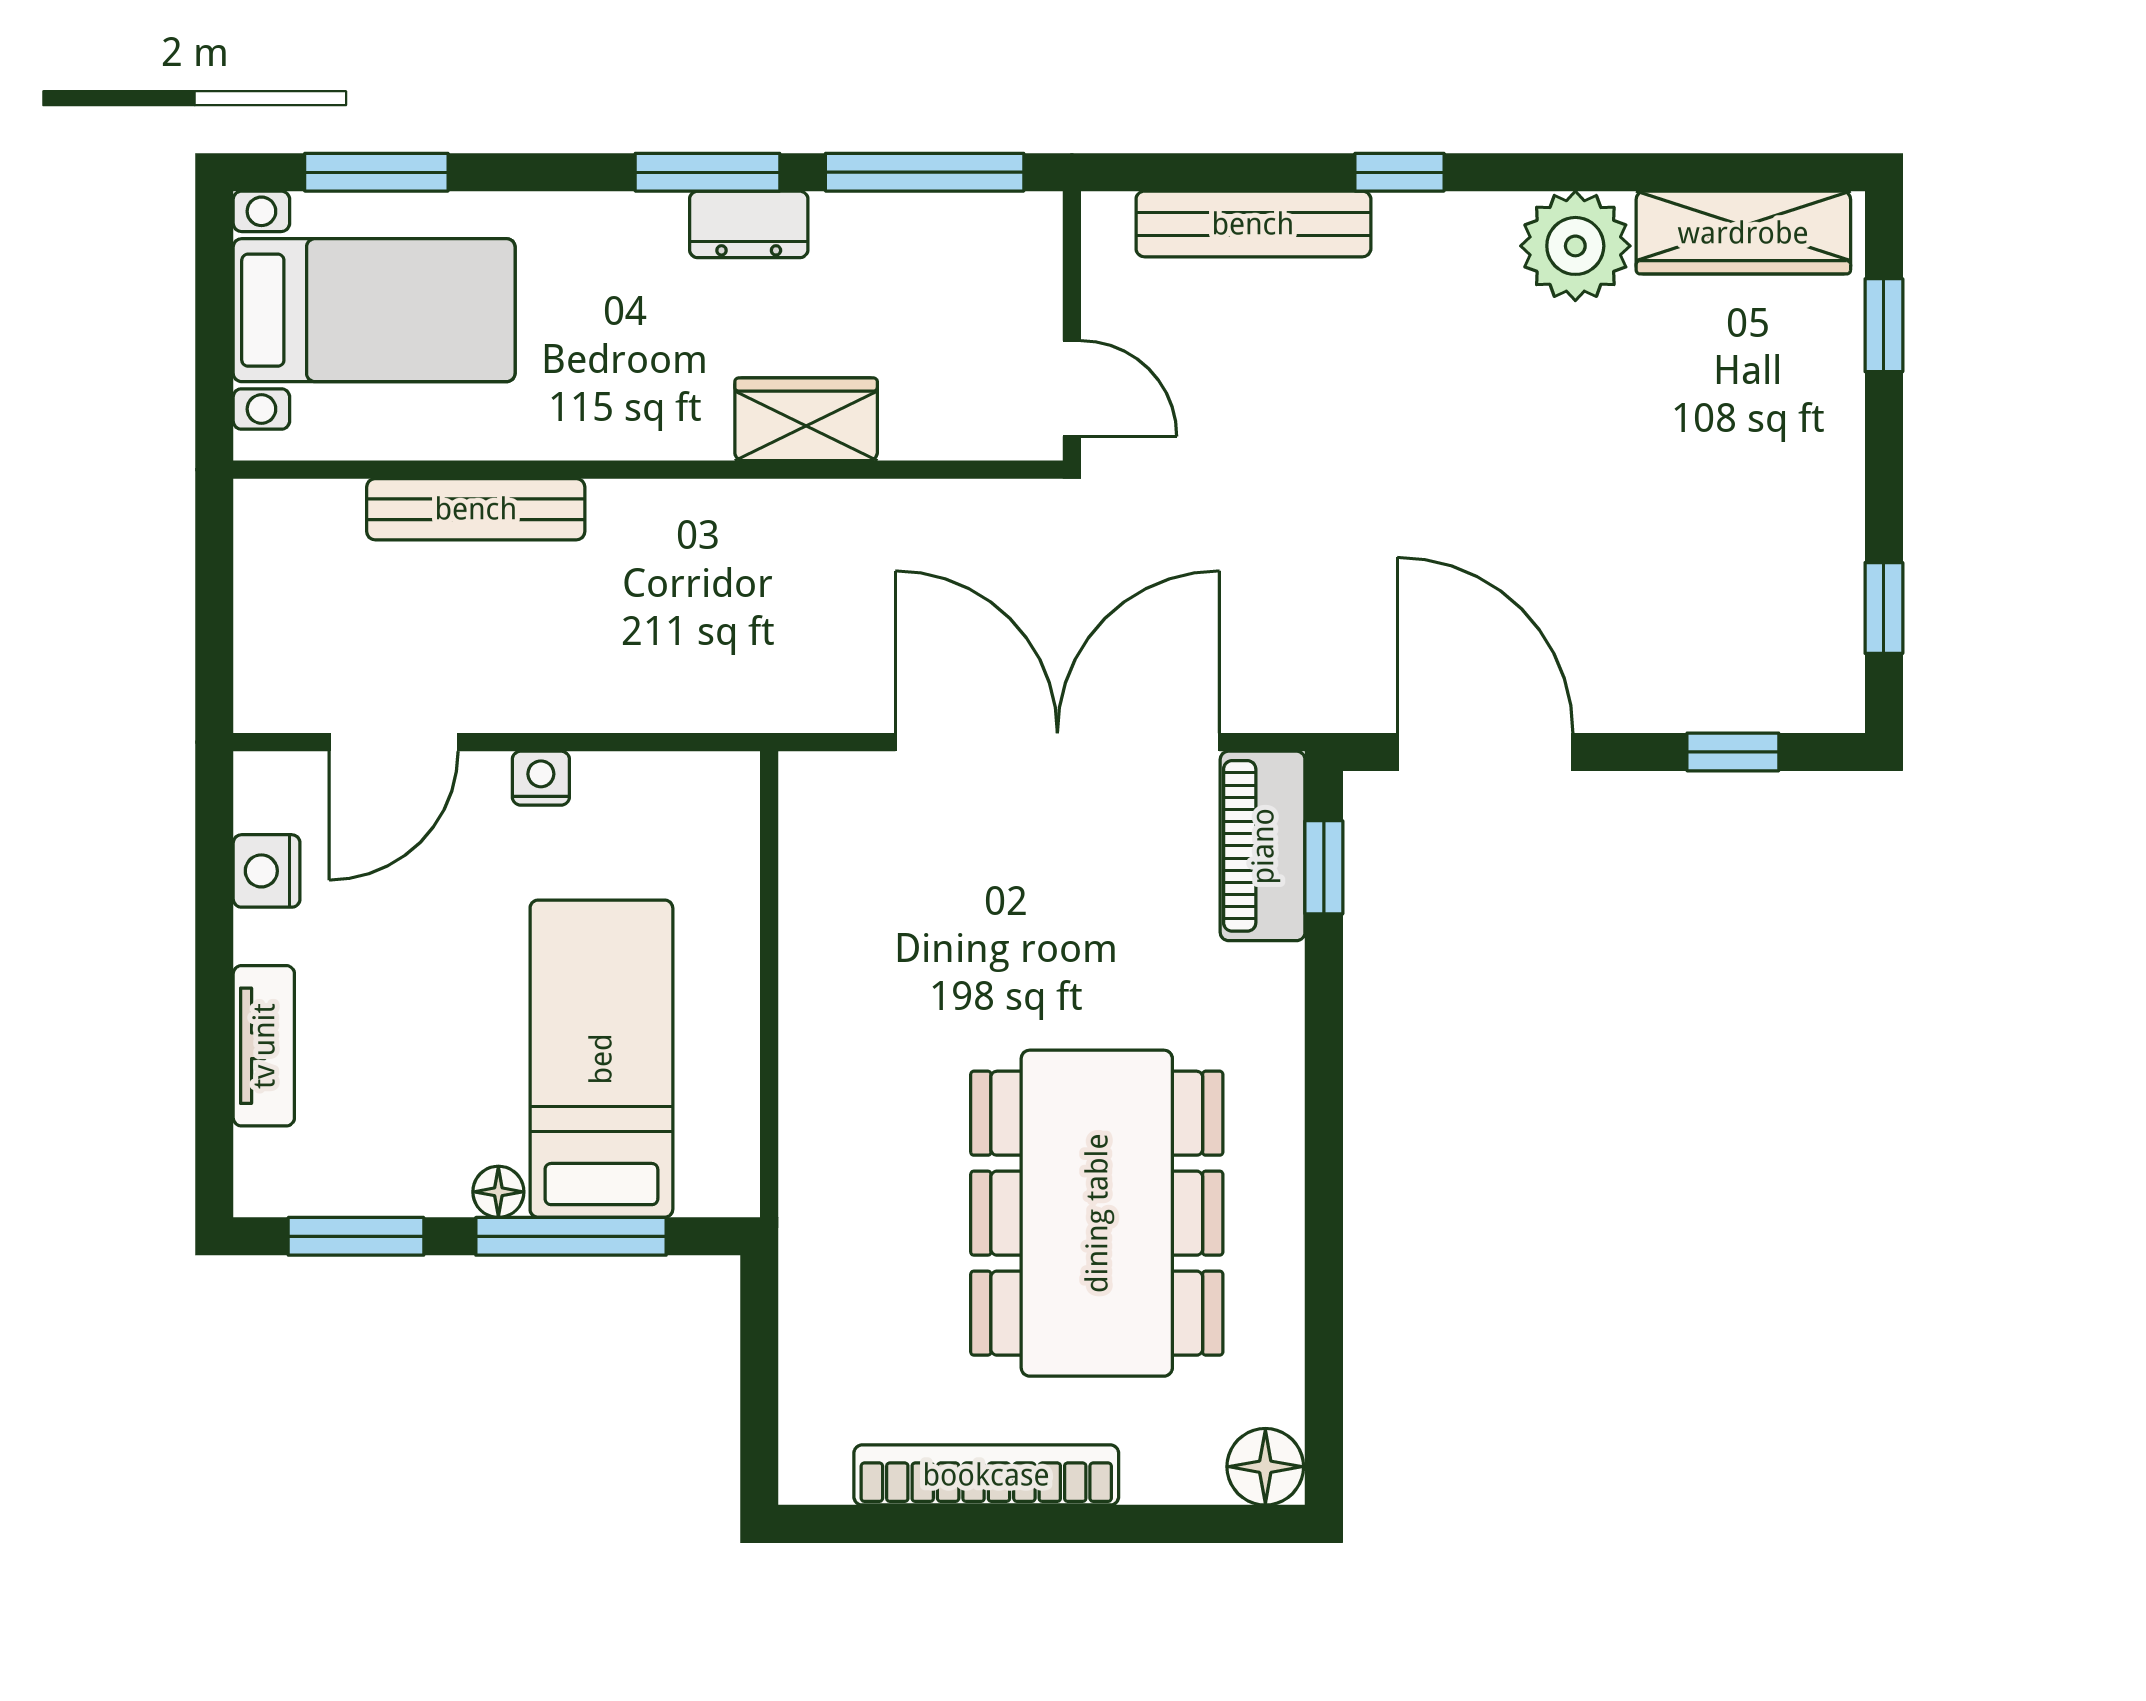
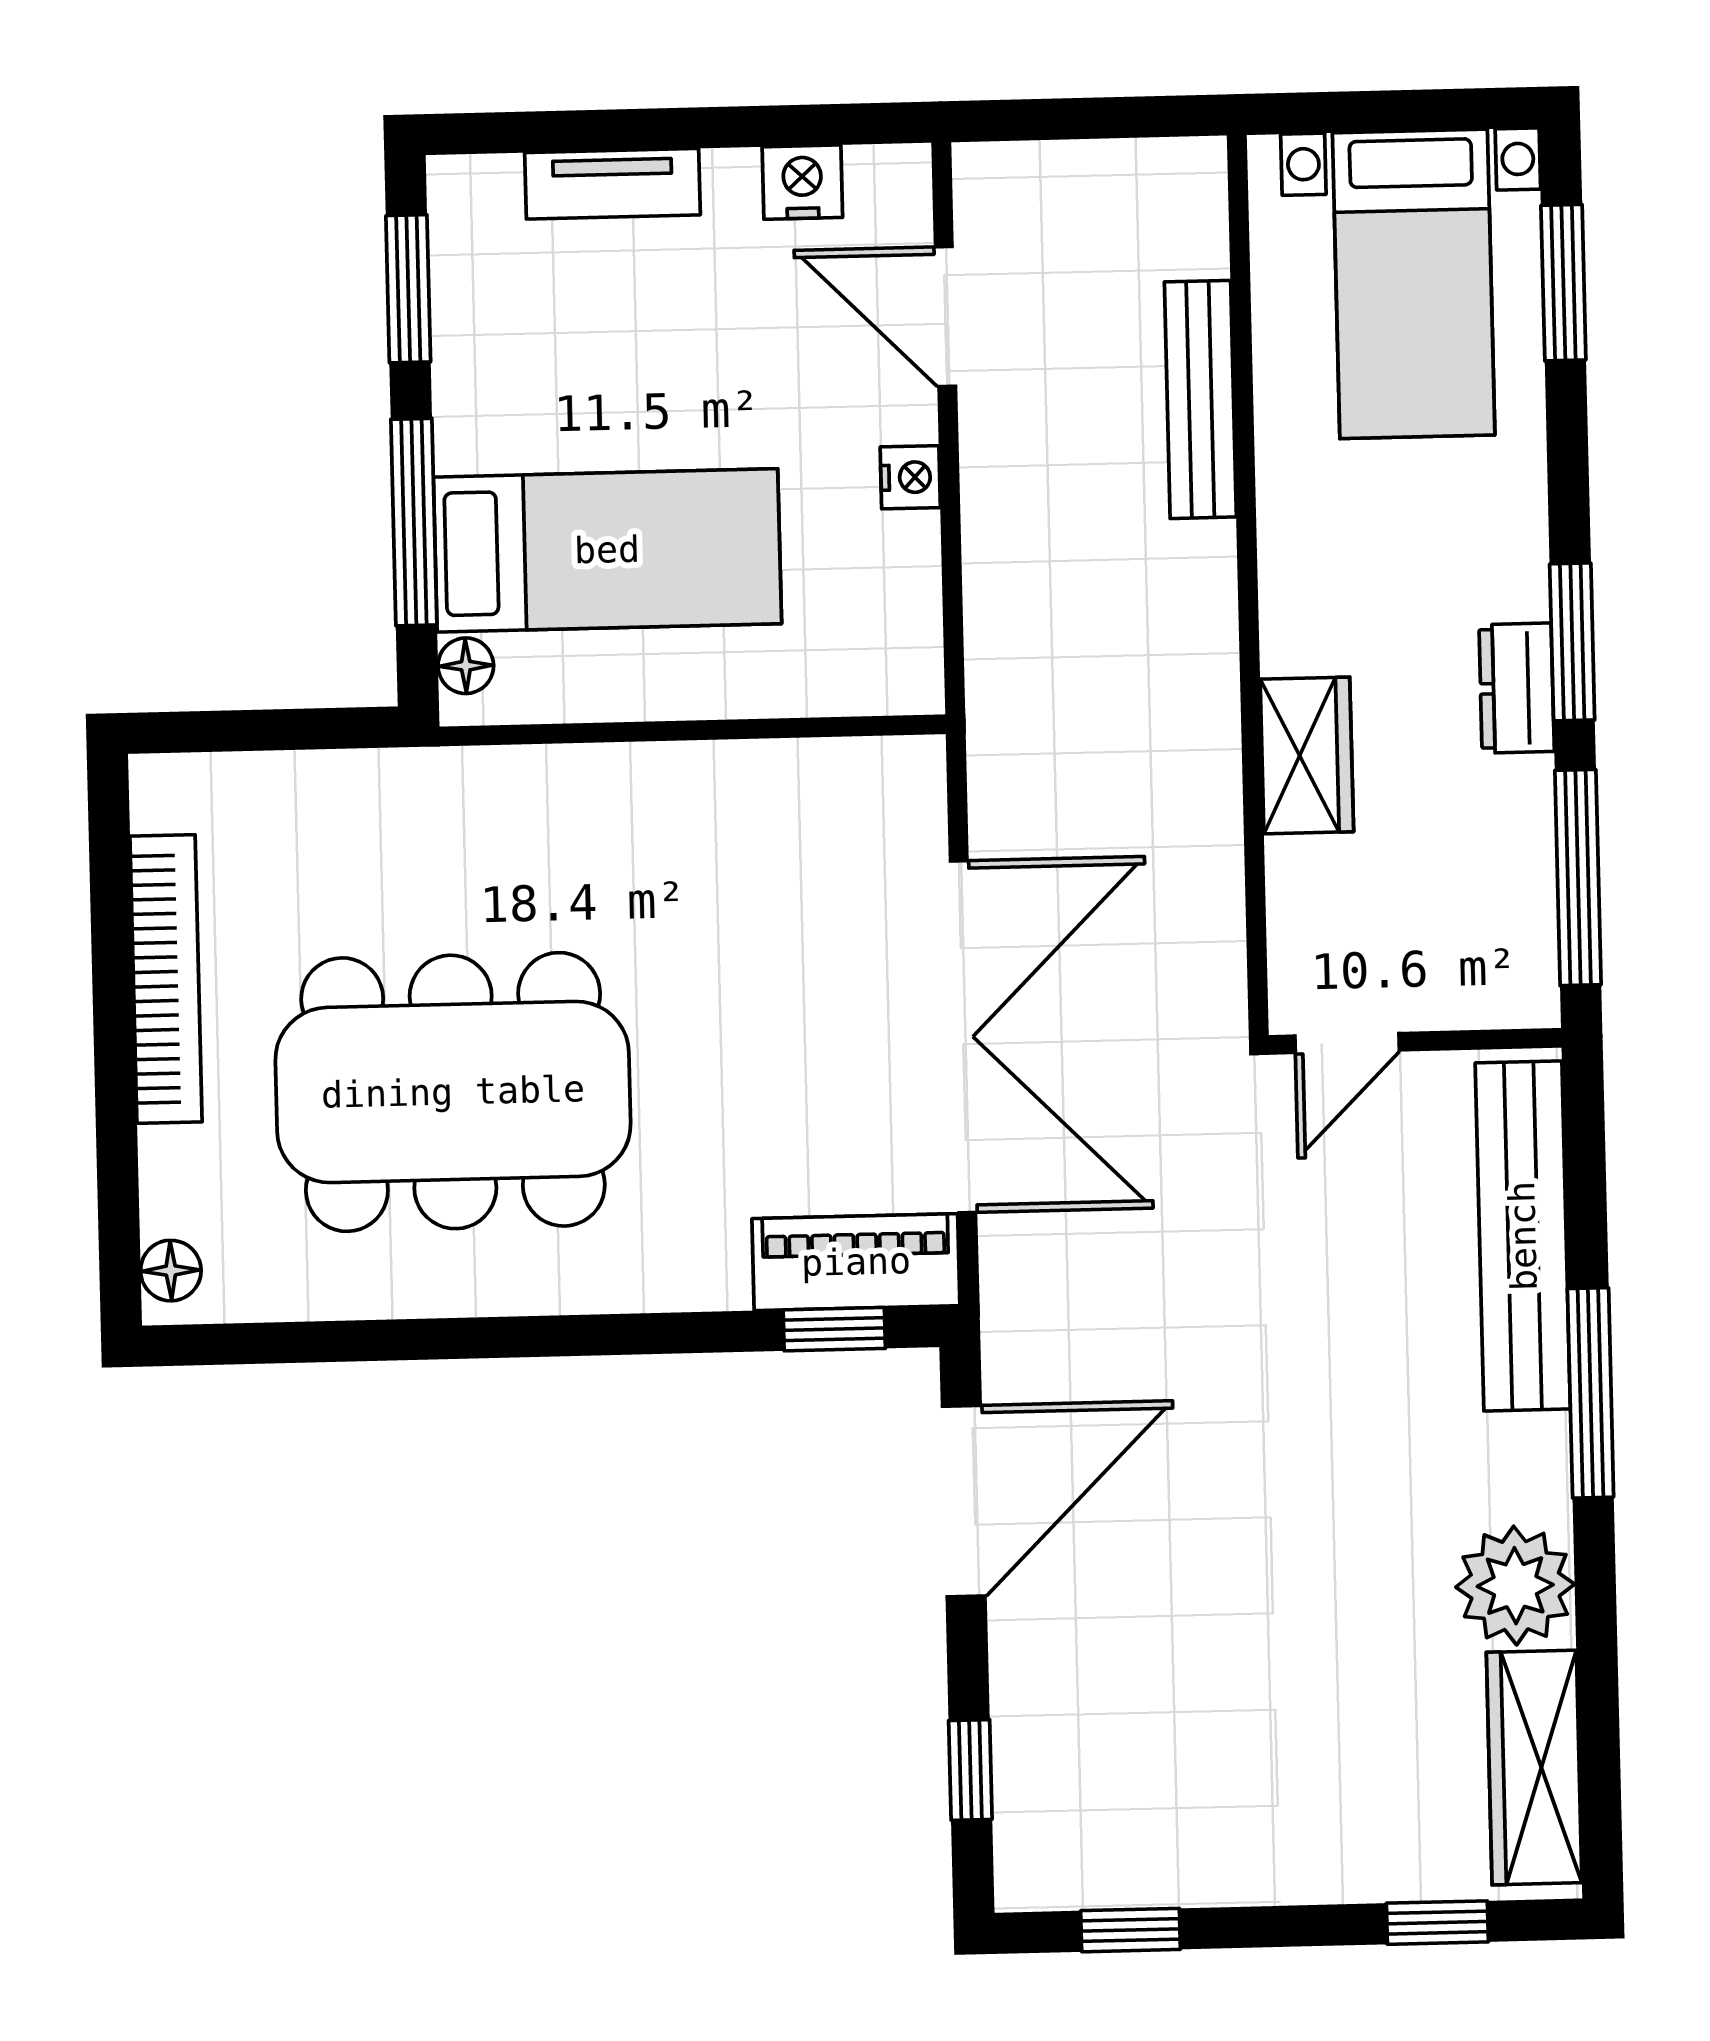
window: (1400, 172) -> (1591, 1393), width x2.17
bench: (1253, 224) -> (1523, 1236), width x1.37, depth x1.21
floor lamp: (498, 1192) -> (466, 666), moved
floor lamp: (1265, 1467) -> (171, 1271), width x0.73, depth x0.73

